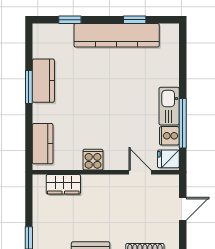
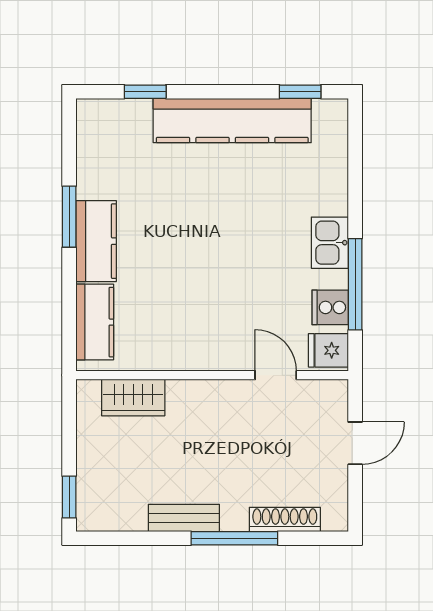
window: (135, 20) -> (300, 92), moved
kitchen counter: (43, 81) -> (96, 241), moved
kitchen sink: (169, 106) -> (330, 243), width x0.73
cooker: (93, 160) -> (188, 352), removed

